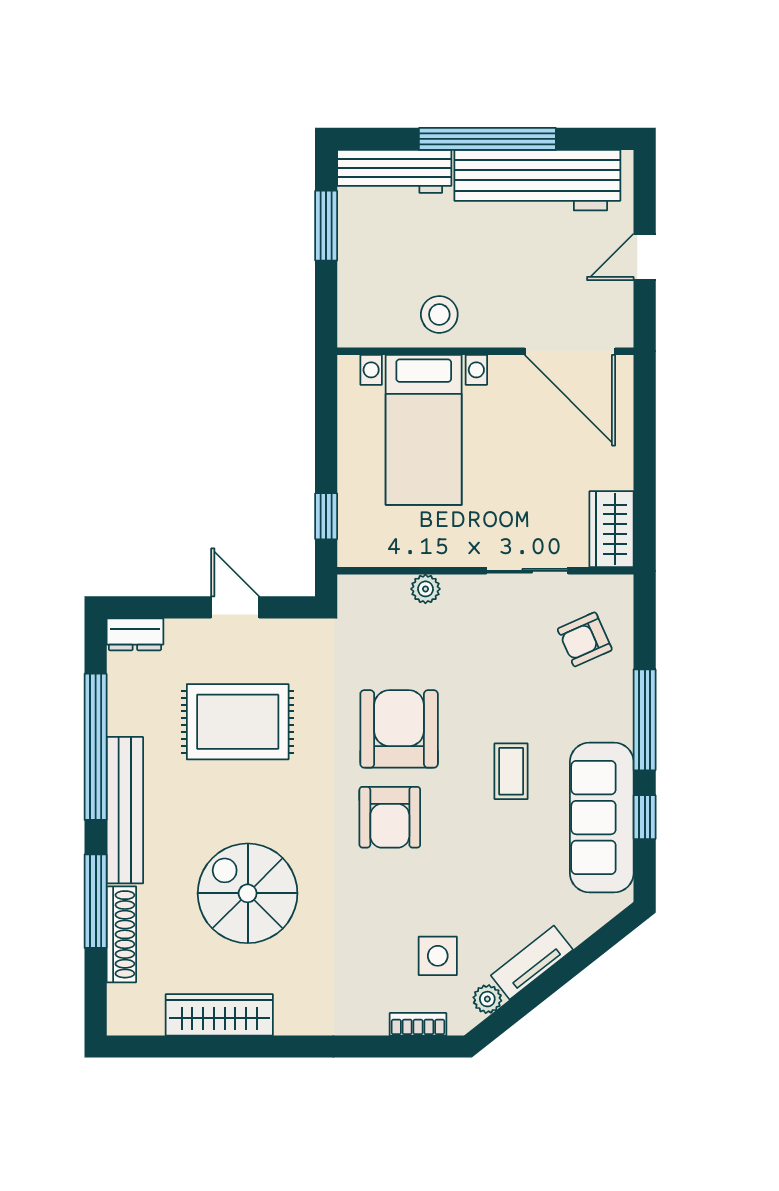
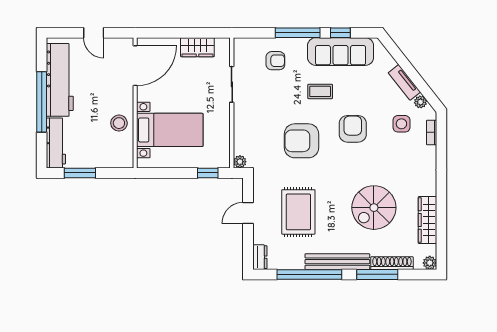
wardrobe: (612, 529) -> (197, 47), moved
plant: (425, 589) -> (240, 162), moved
armchair: (585, 639) -> (275, 61), moved, turned -66
armchair: (390, 817) -> (353, 129), moved, turned -90
plant: (122, 1020) -> (430, 263), added

